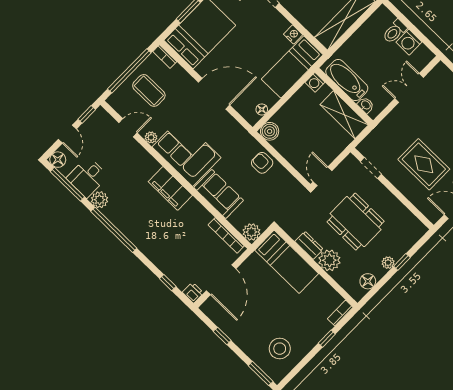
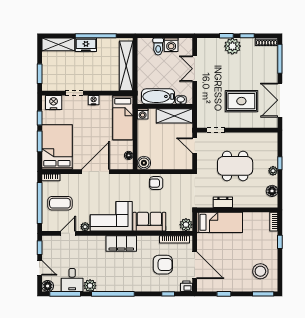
nightstand: (293, 34) -> (94, 100), moved
door: (323, 176) -> (195, 146), moved
armchair: (191, 249) -> (163, 265), added
plant: (329, 260) -> (241, 200), removed

